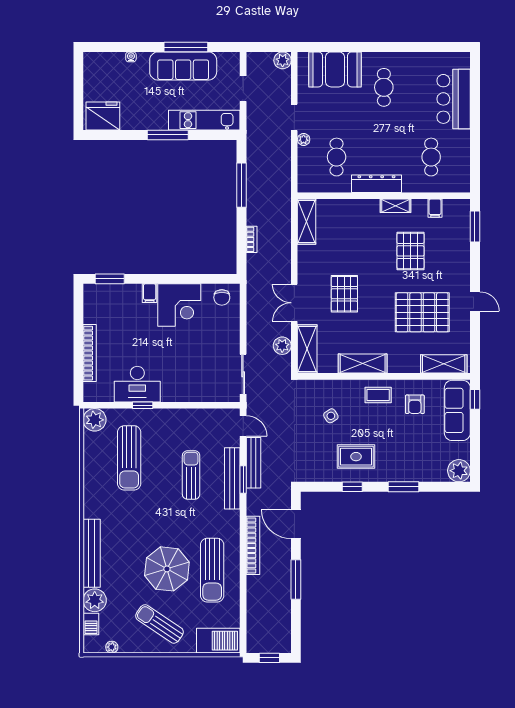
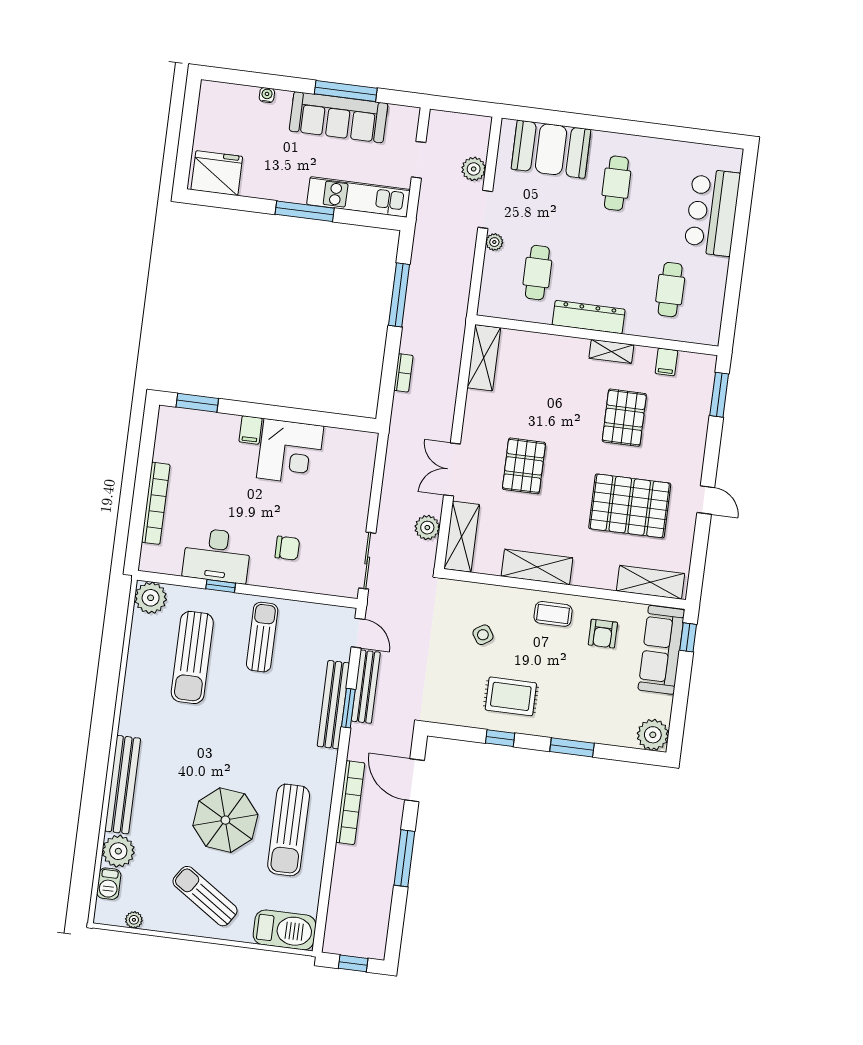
plant: (283, 60) -> (474, 169), moved
chair: (222, 297) -> (287, 548), moved, turned -90
sun lounger: (191, 475) -> (262, 637), moved

